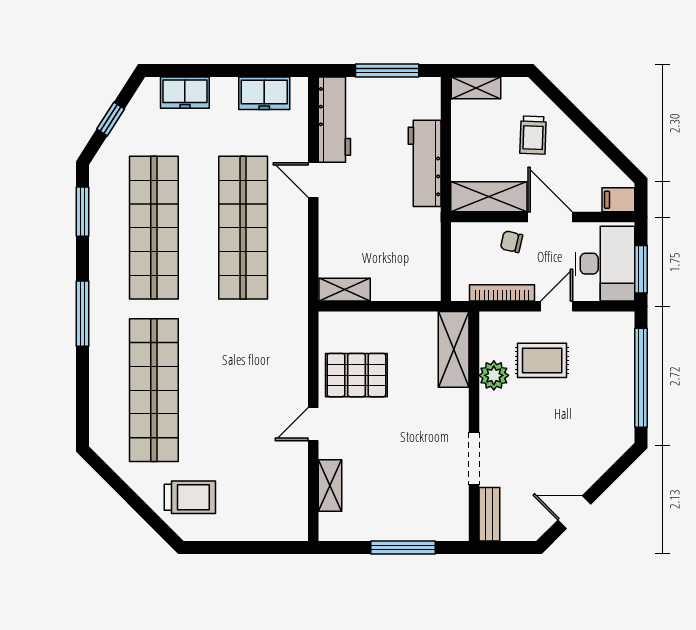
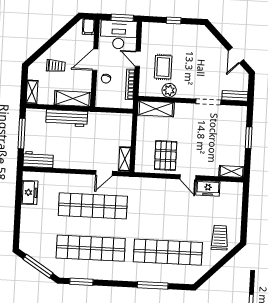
freezer: (185, 93) -> (208, 188), moved, turned 90
window: (111, 119) -> (38, 266), width x2.17
workbench: (334, 120) -> (38, 160), width x0.73
door: (313, 180) -> (104, 173), moved
shelving: (489, 197) -> (73, 99), moved, turned 90
window: (82, 314) -> (153, 285), moved
window: (641, 378) -> (174, 20), width x0.32
shelving: (330, 486) -> (232, 171), moved
window: (403, 547) -> (249, 138), width x0.69

